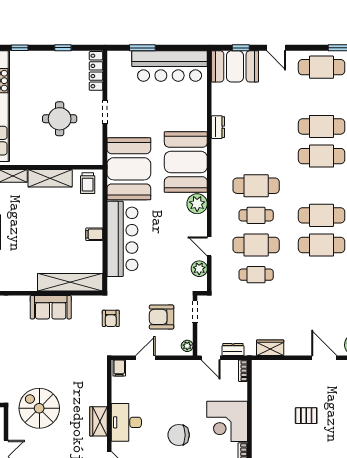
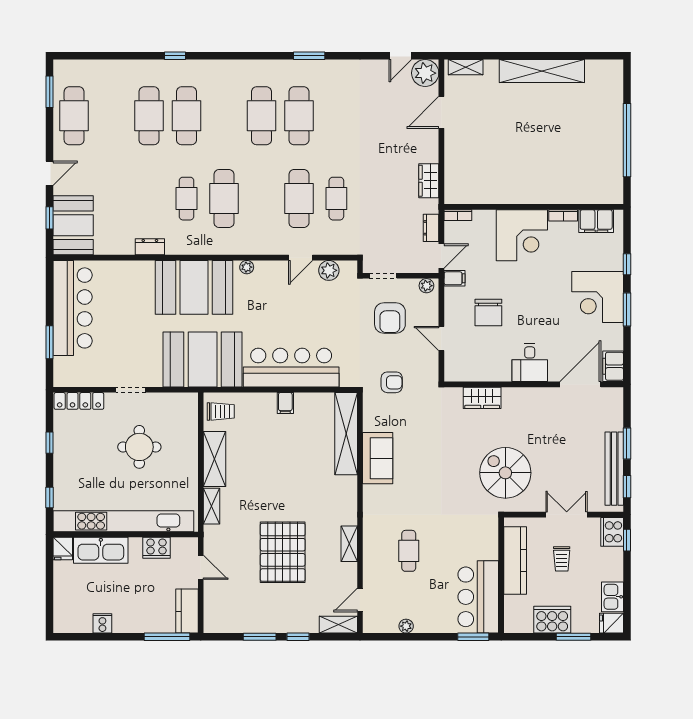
plant: (197, 204) -> (247, 267), width x0.53, depth x0.53
cafe table: (256, 215) -> (187, 199), moved
filing cabinet: (119, 368) -> (454, 278), moved
spiral stairs: (39, 408) -> (505, 473), turned 90
pallet: (306, 416) -> (515, 135), removed
wardrobe: (98, 421) -> (482, 398), moved
desk: (126, 422) -> (530, 363), width x0.73
chair: (179, 435) -> (488, 312), moved

